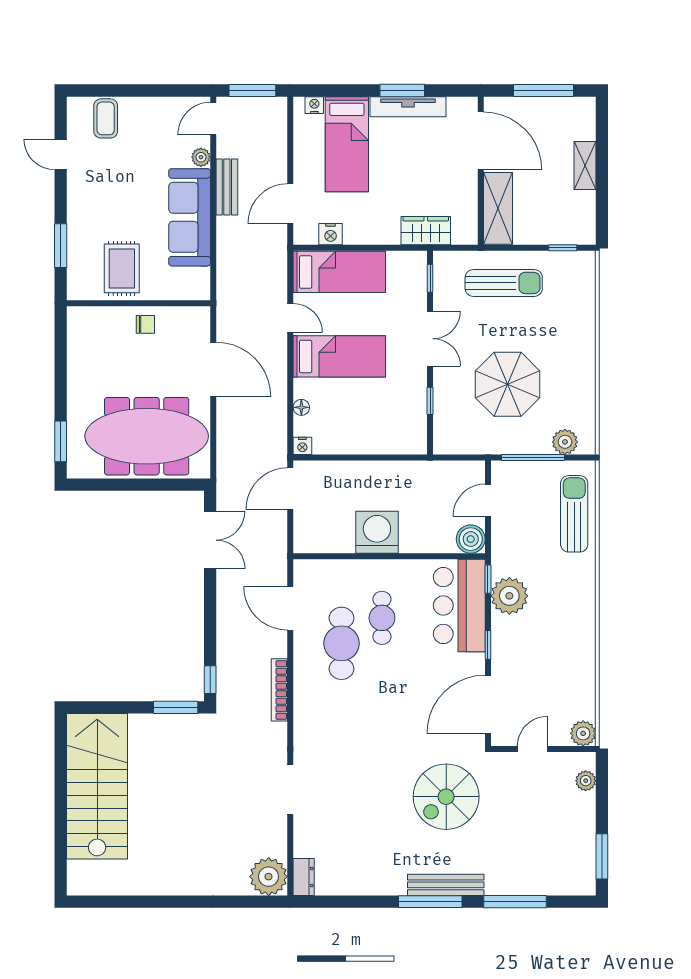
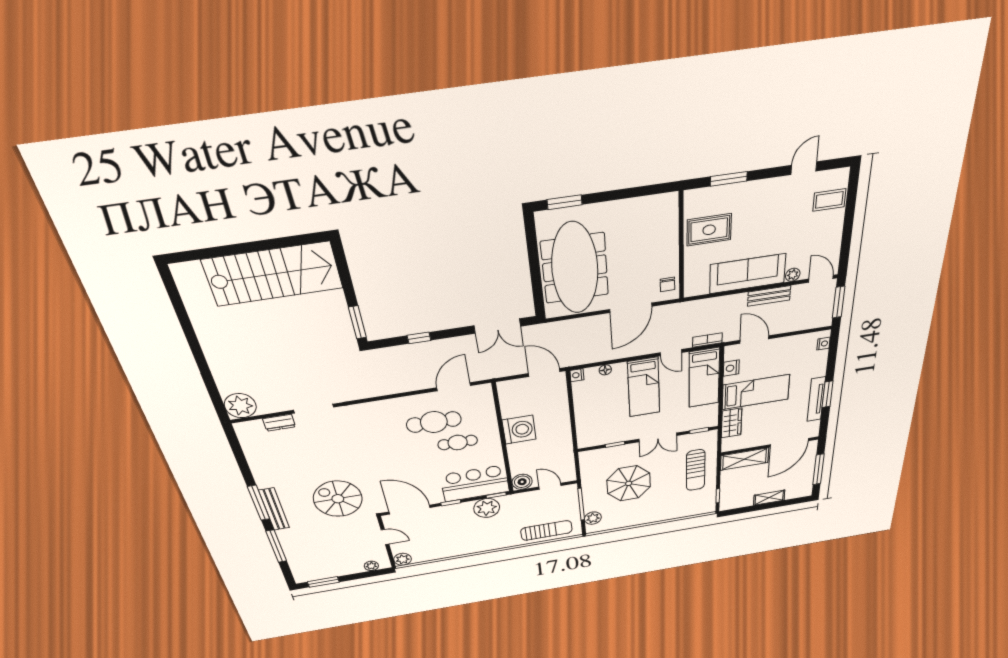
bed: (347, 144) -> (756, 392), moved, turned 180
door: (290, 318) -> (671, 353), hinge flipped
chair: (145, 324) -> (668, 284), moved
window: (210, 680) -> (419, 338), moved
bookcase: (279, 690) -> (707, 340), moved, width x0.64
dresser: (304, 877) -> (279, 423), moved

